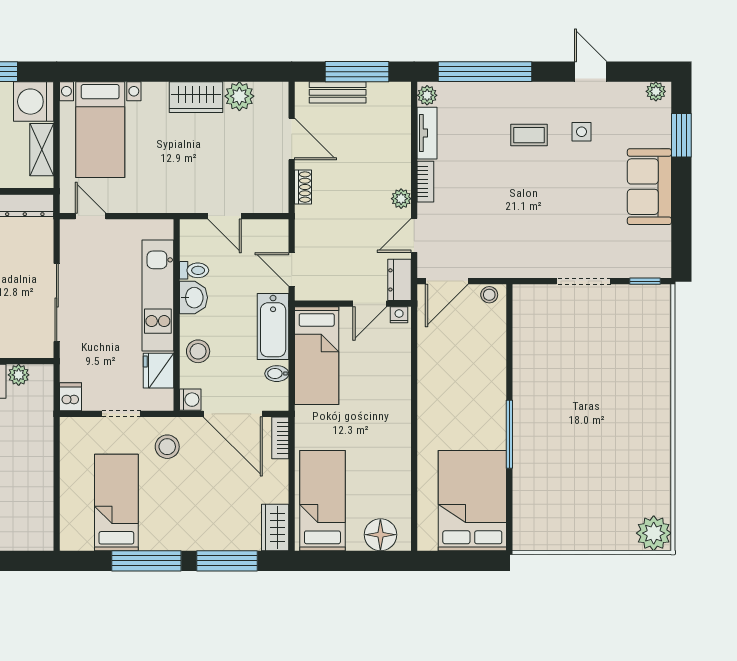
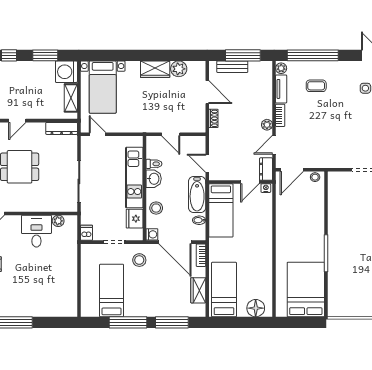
coffee table: (529, 135) -> (316, 86), moved
wardrobe: (275, 527) -> (198, 290), moved

